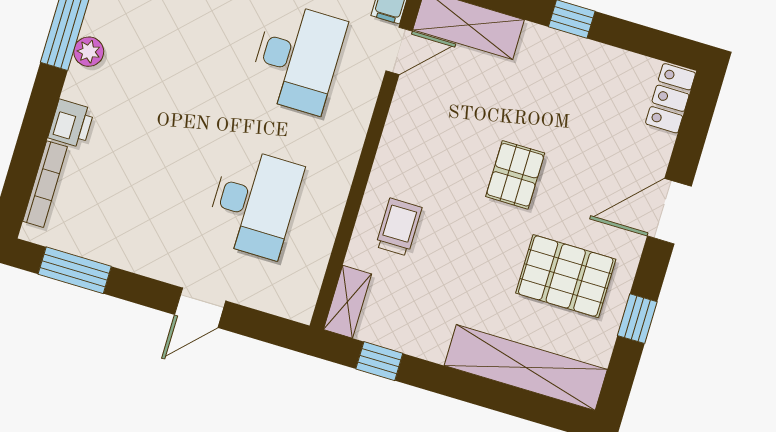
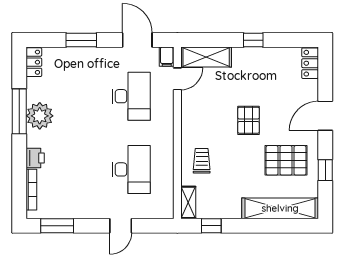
plant: (89, 52) -> (40, 116), width x1.88, depth x1.88

